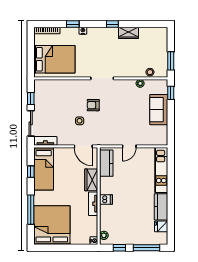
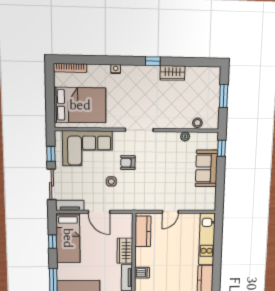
window: (73, 24) -> (103, 60), removed
window: (171, 61) -> (224, 96), moved
corner sofa: (60, 94) -> (87, 148), added
door: (83, 146) -> (99, 212), moved

